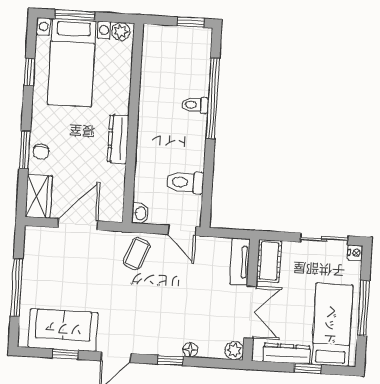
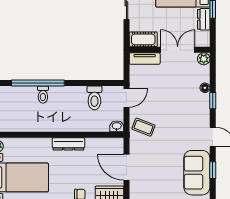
dresser: (287, 354) -> (204, 19), width x0.70

